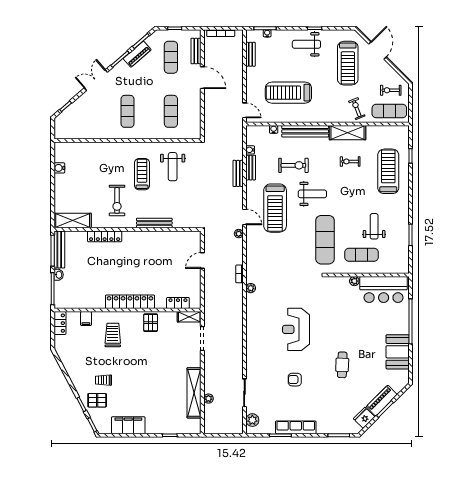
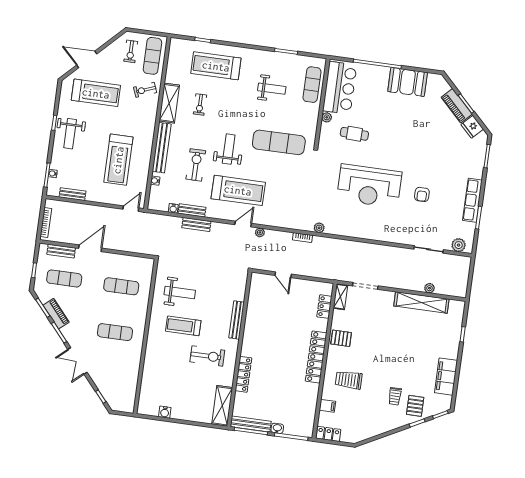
weight bench: (374, 226) -> (272, 89), turned 180
exercise mat: (361, 255) -> (312, 85), moved
reception desk: (296, 329) -> (369, 186), width x1.36, depth x1.30
cafe table: (342, 365) -> (354, 134), moved

